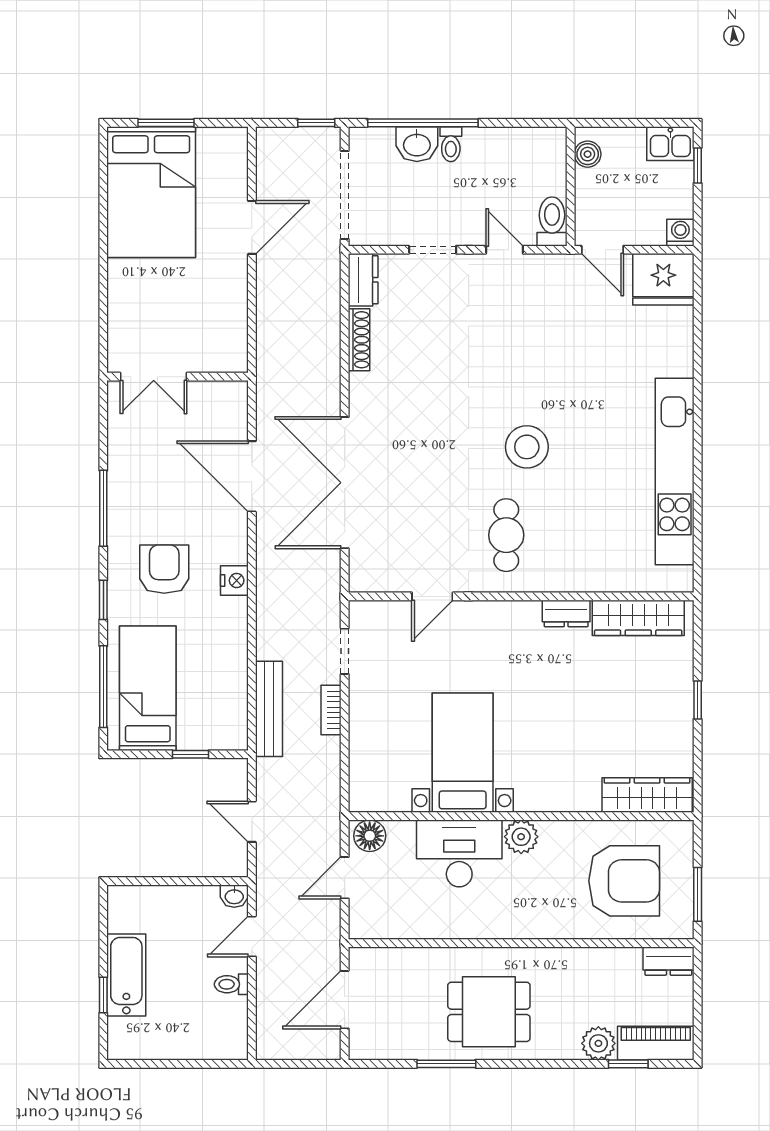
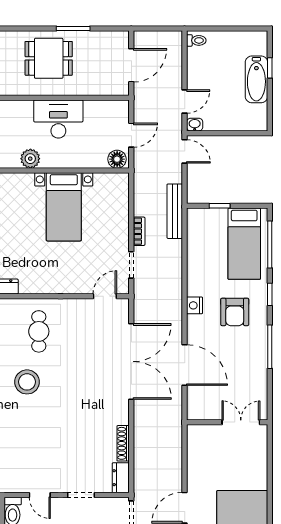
door: (432, 596) -> (105, 296), moved
bench: (269, 709) -> (175, 211), moved
door: (252, 822) -> (185, 151), moved
desk: (459, 853) -> (58, 119), moved, turned 180
toilet: (231, 984) -> (196, 40), moved

